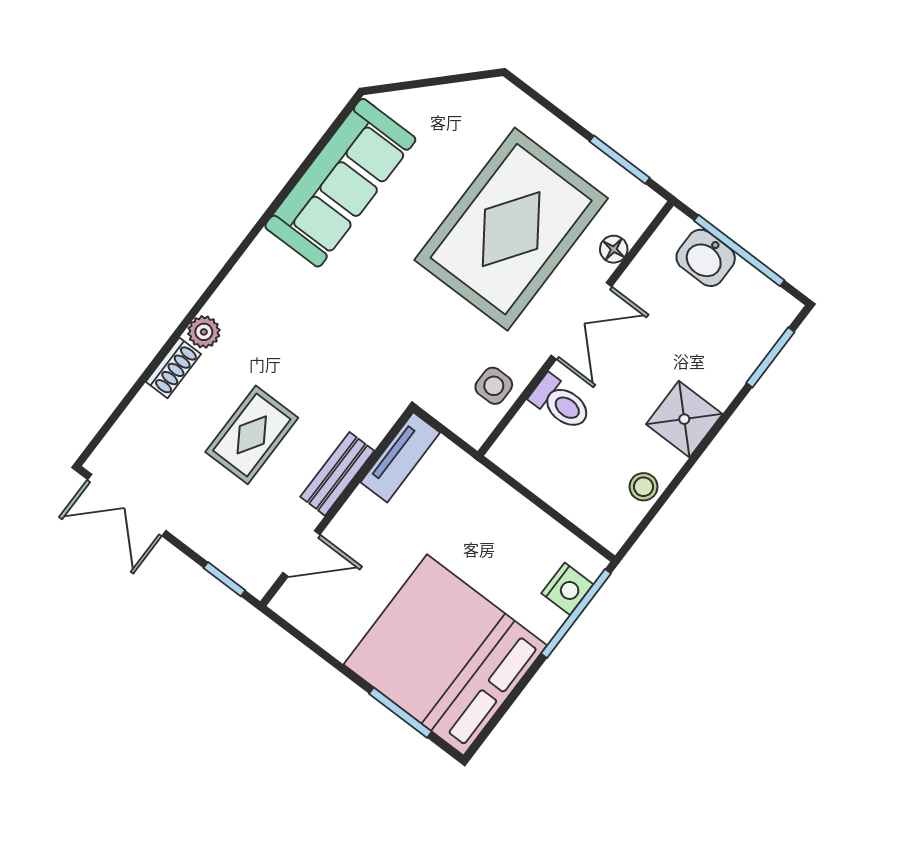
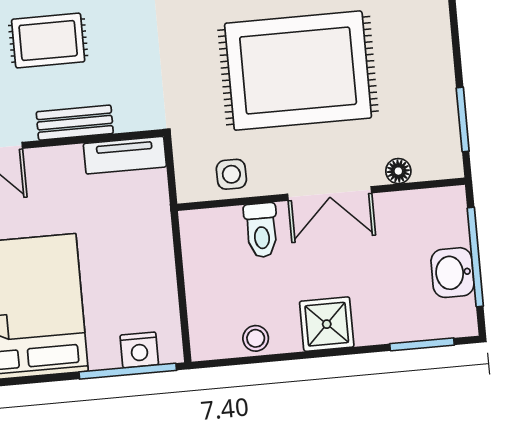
rug: (511, 229) -> (298, 71), moved
washbasin: (706, 258) -> (452, 273), moved

